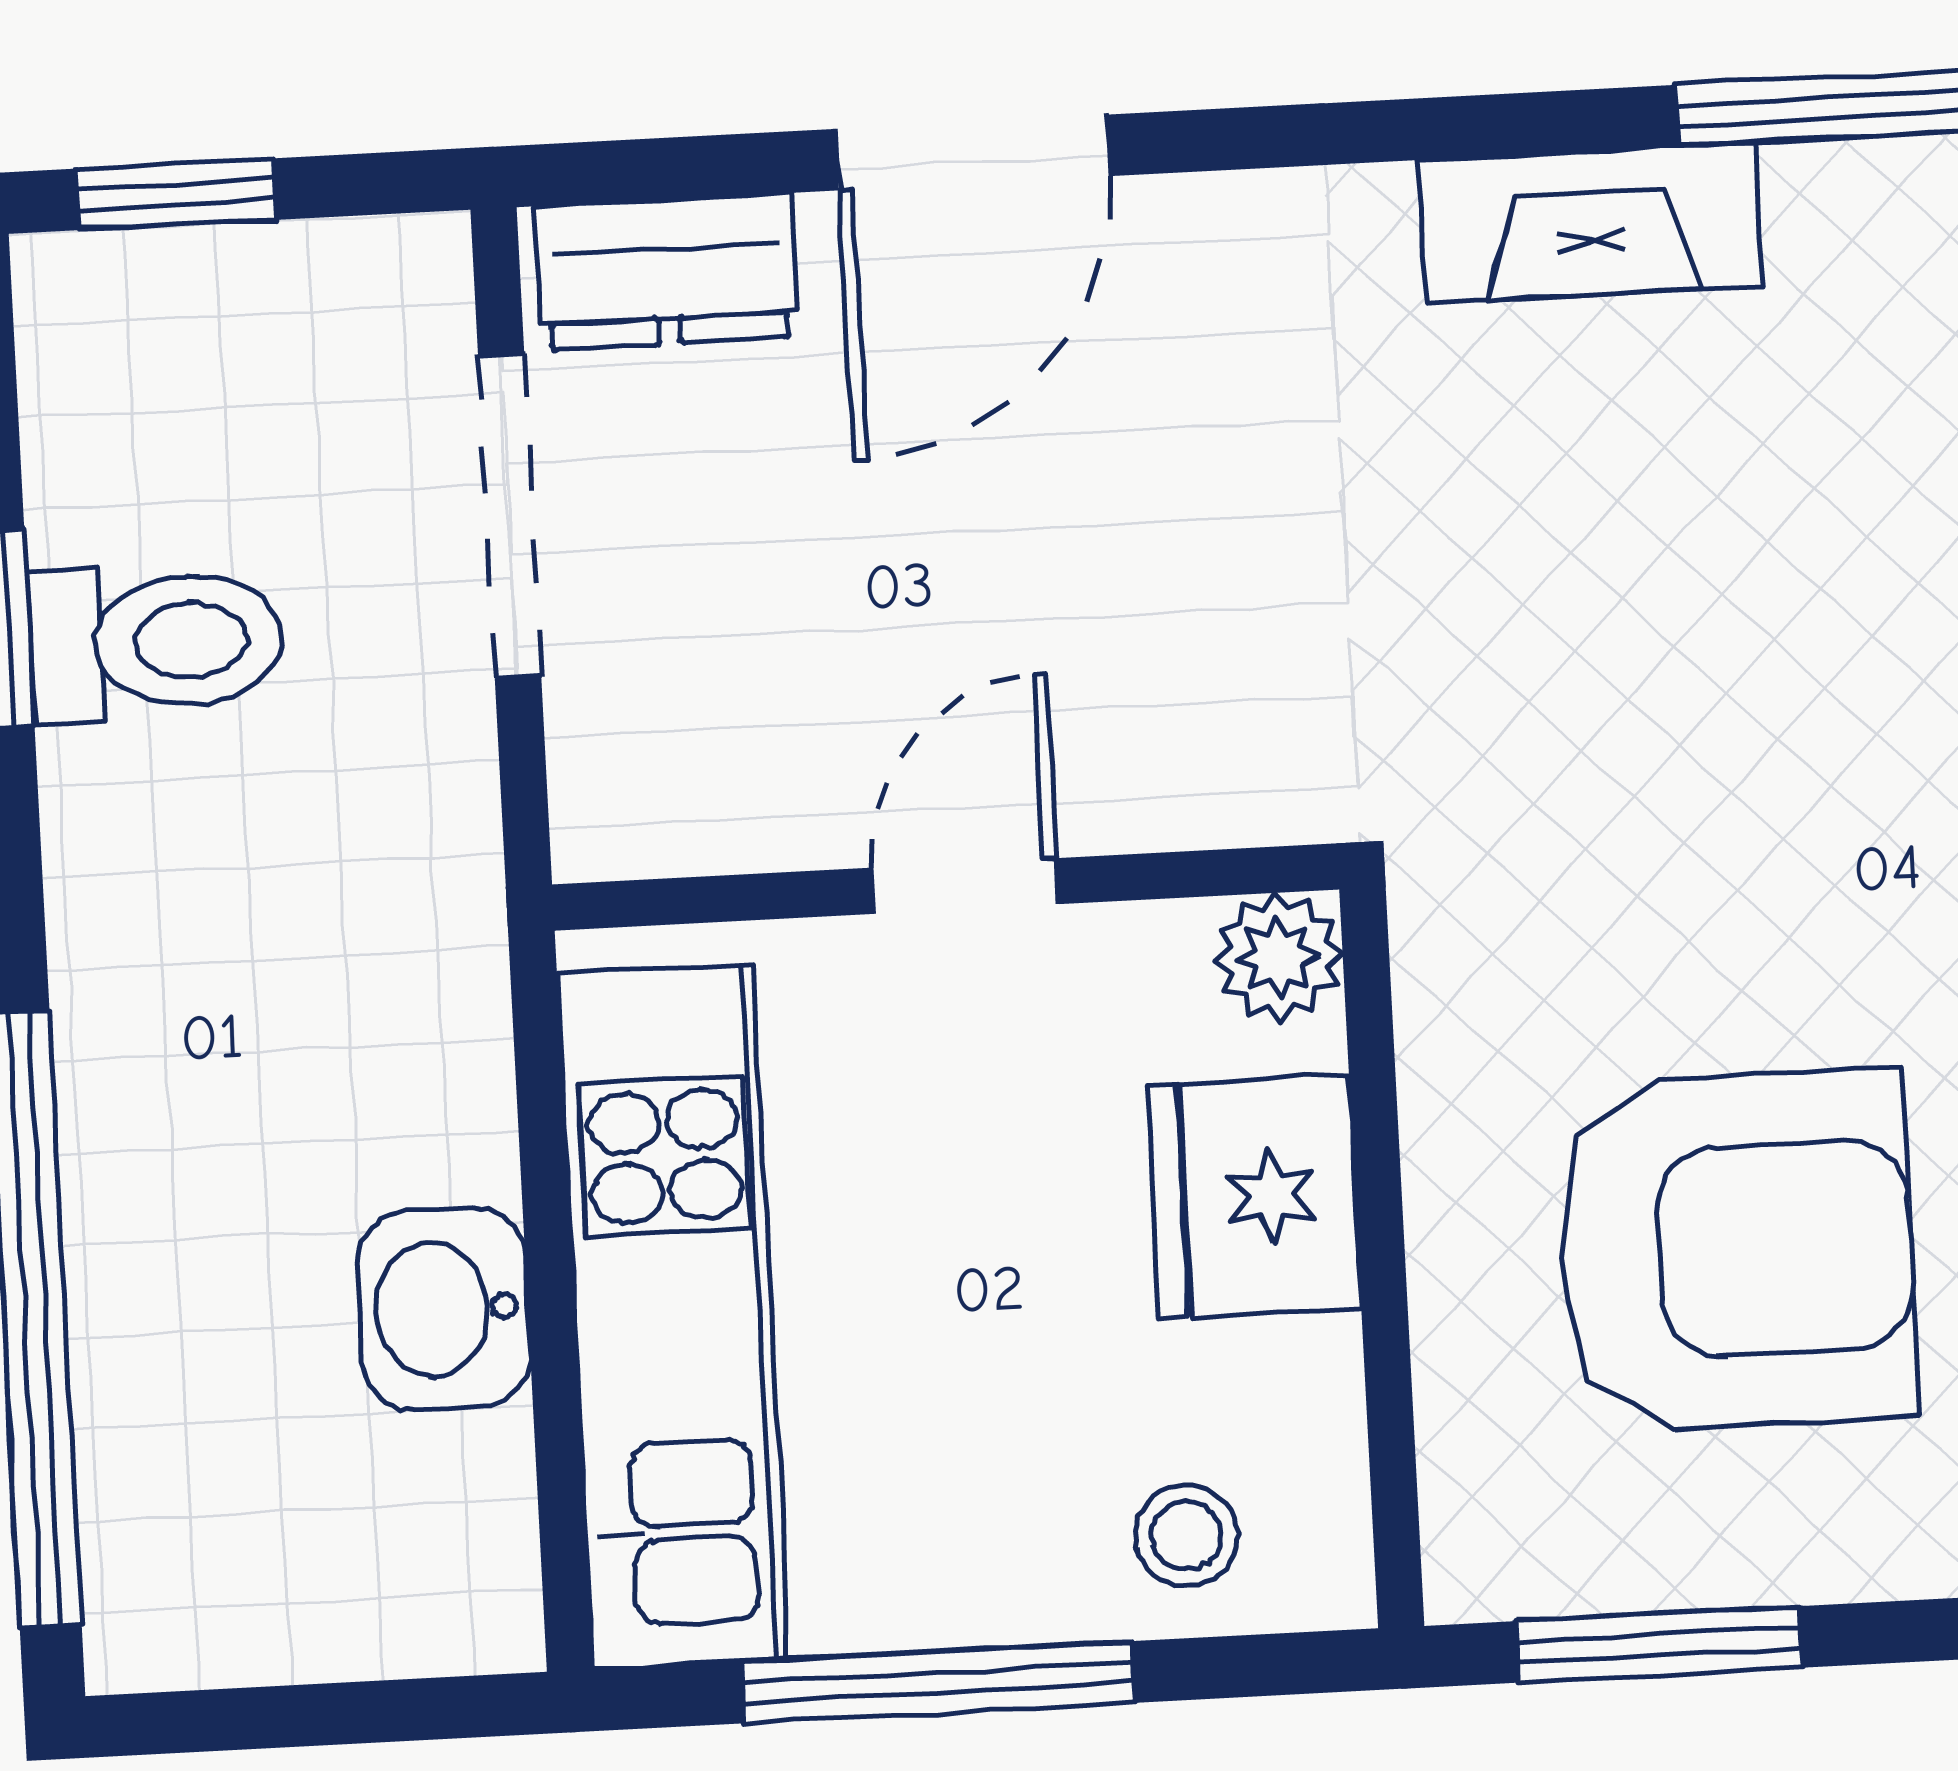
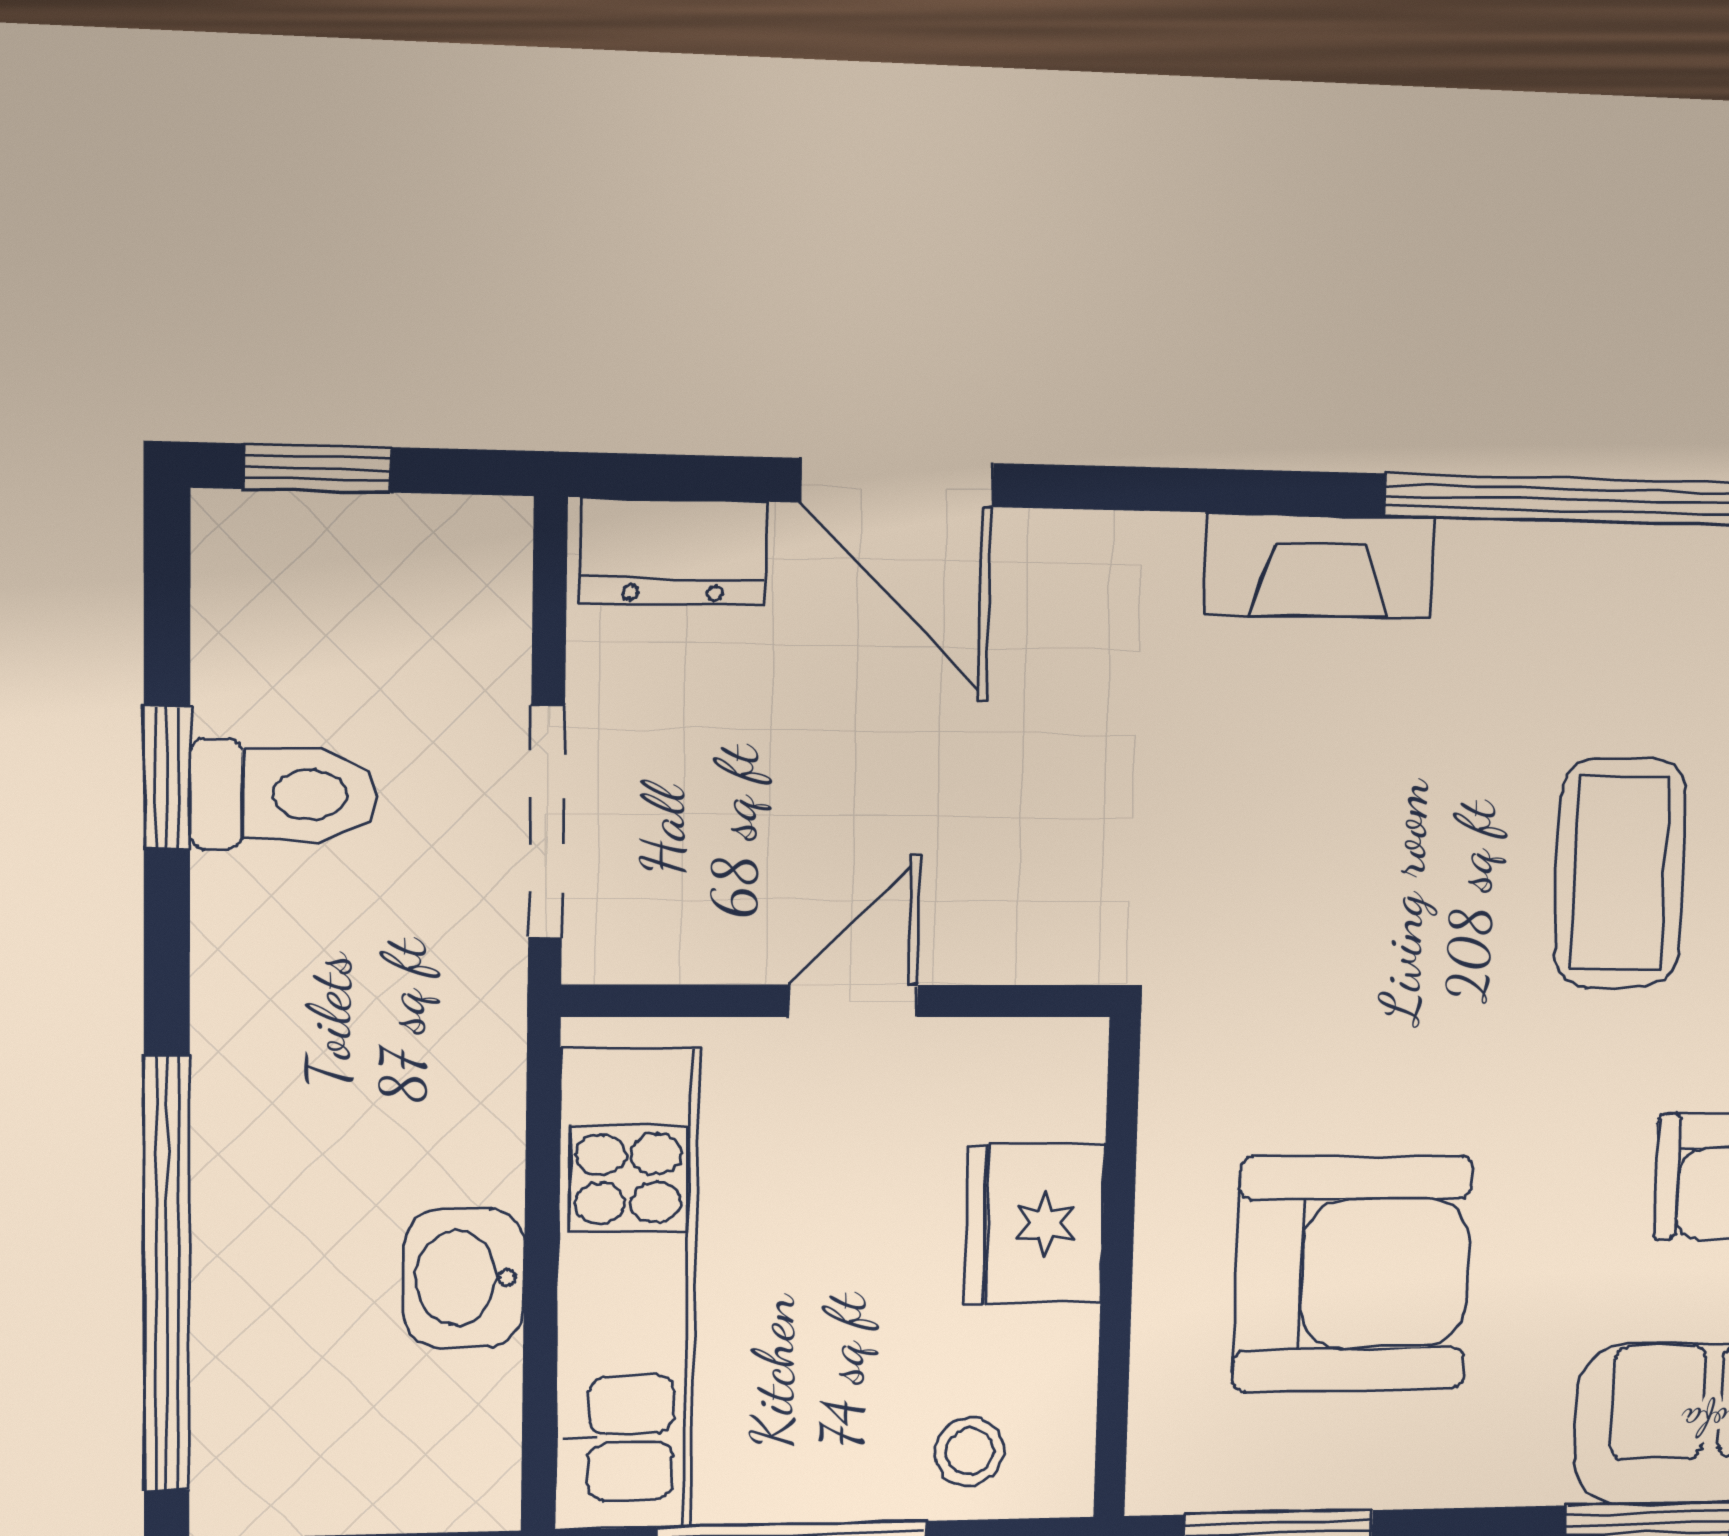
door: (973, 152) -> (897, 483), hinge flipped
doorway: (510, 516) -> (547, 822), moved
plant: (1278, 957) -> (1064, 1061), removed

